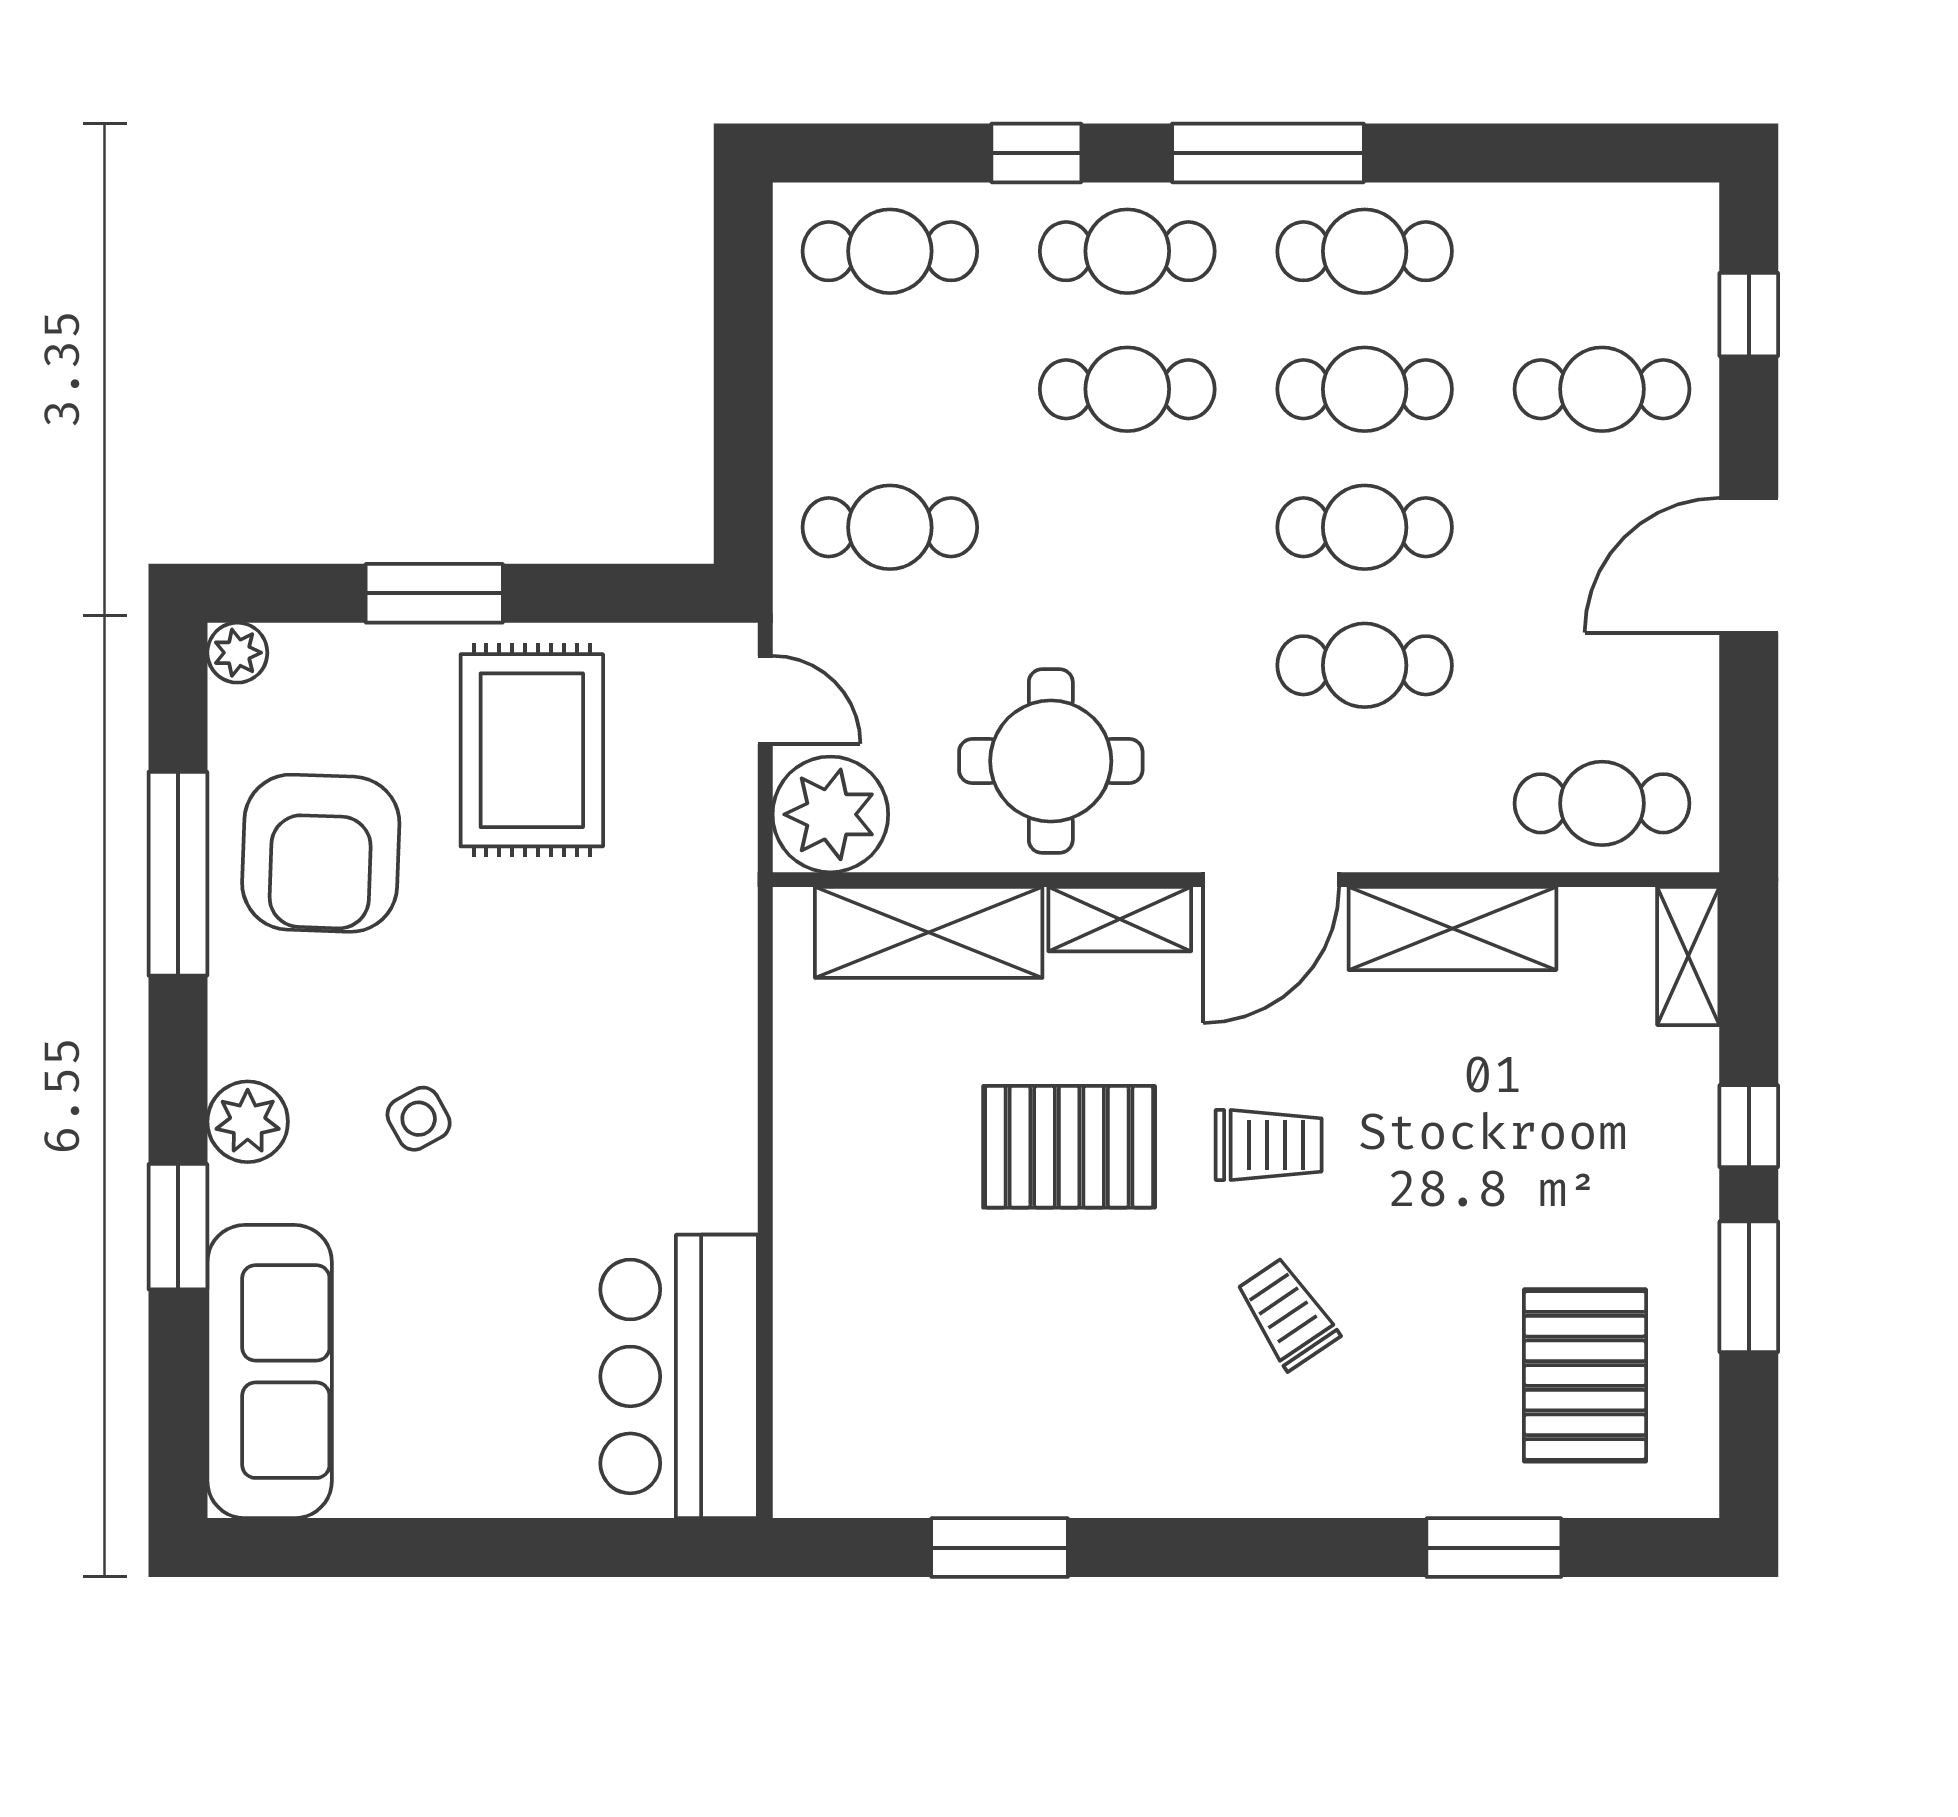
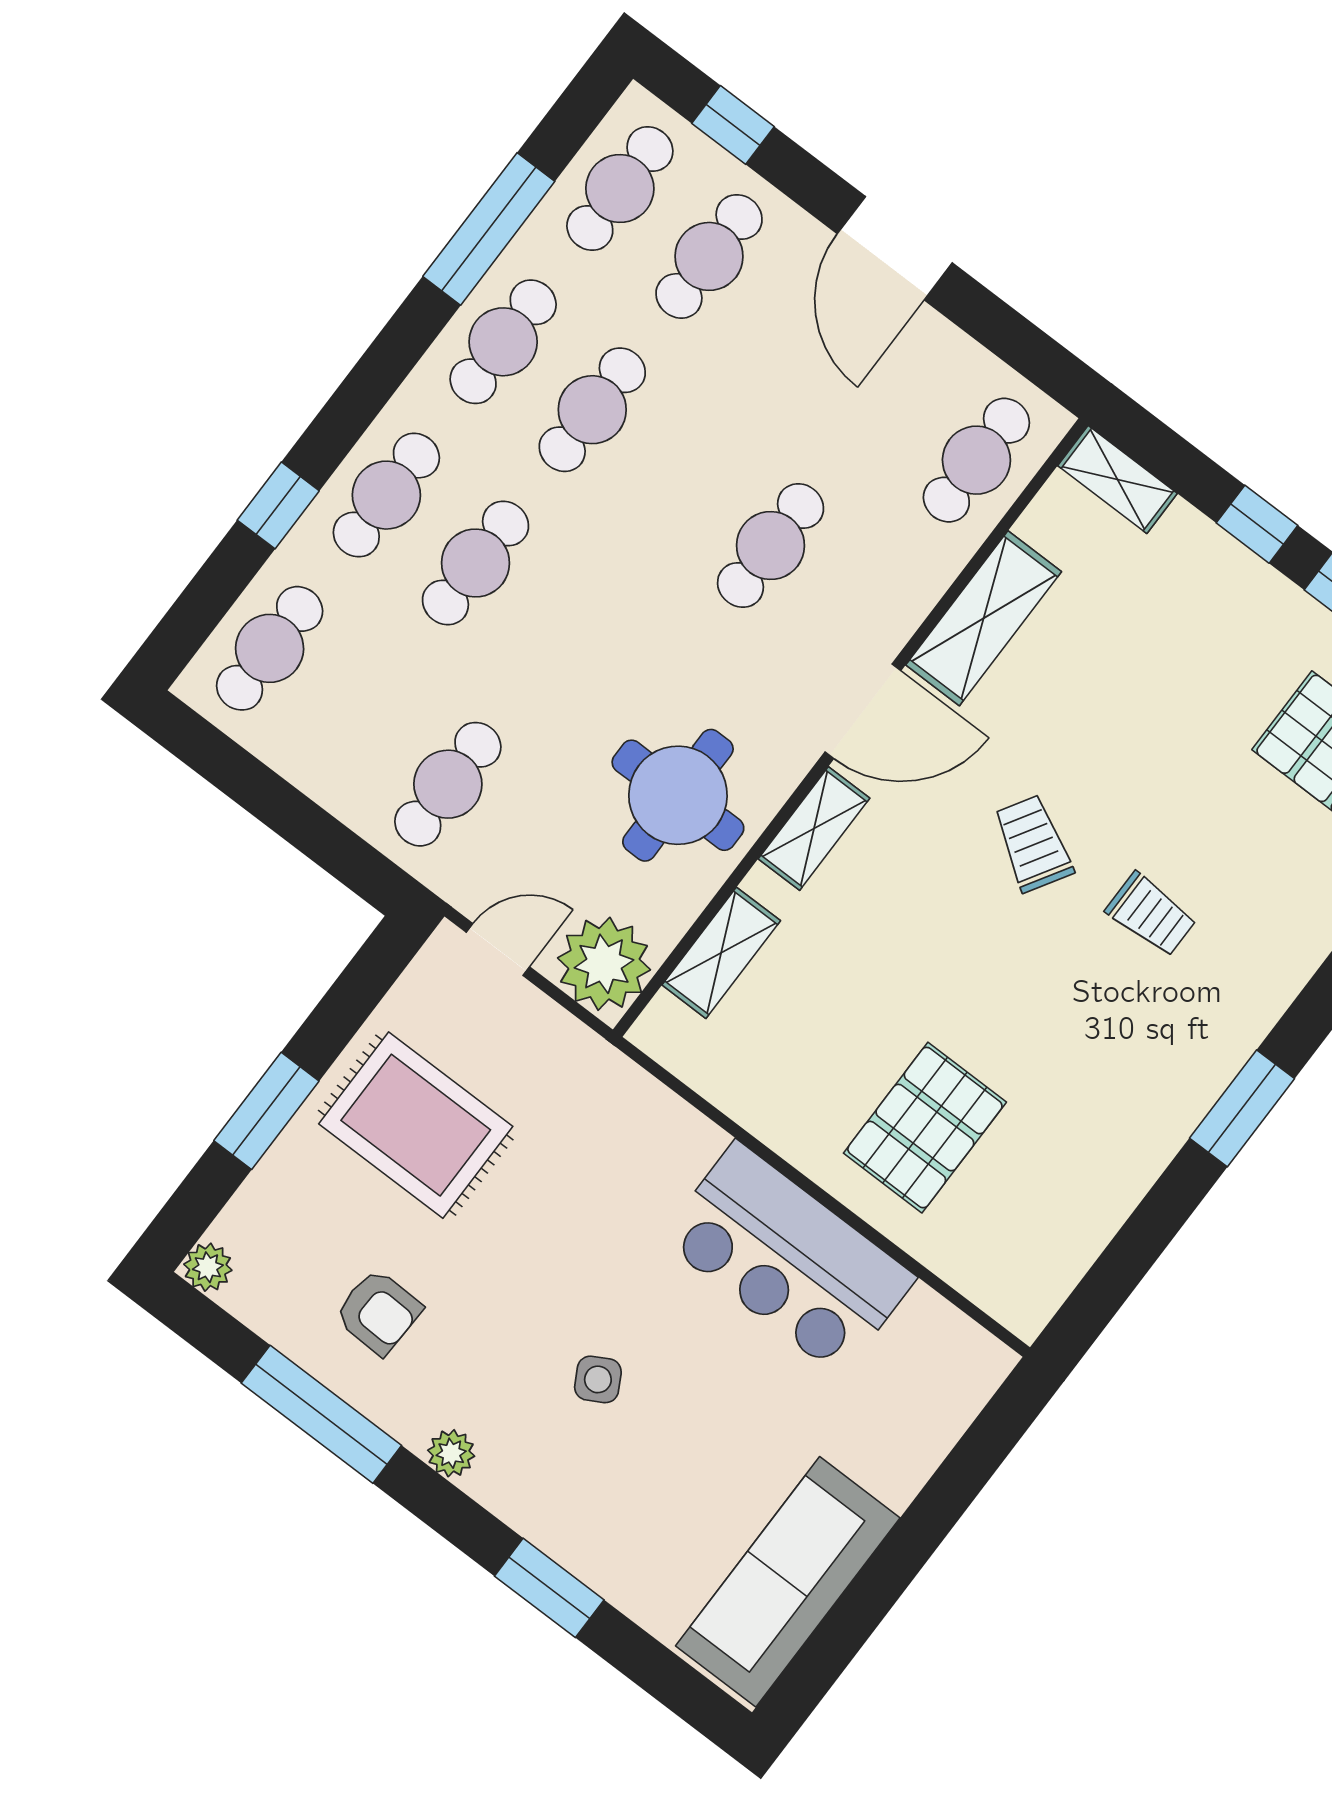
window: (1268, 153) -> (489, 229), moved
cafe table: (1365, 527) -> (620, 189), moved
armchair: (321, 853) -> (378, 1312), width x0.53, depth x0.53
door: (1271, 880) -> (863, 711), hinge flipped
shelving: (929, 932) -> (721, 953), width x0.67, depth x0.75
plant: (248, 1122) -> (451, 1453), moved, width x0.73, depth x0.73
trolley: (1269, 1145) -> (1033, 843), turned -59
pallet: (1069, 1147) -> (925, 1128), moved
trolley: (1287, 1314) -> (1151, 914), turned -146
sofa: (270, 1372) -> (788, 1582), moved, turned -90
bar counter: (679, 1376) -> (788, 1258), moved
window: (1000, 1548) -> (1242, 1108), moved

